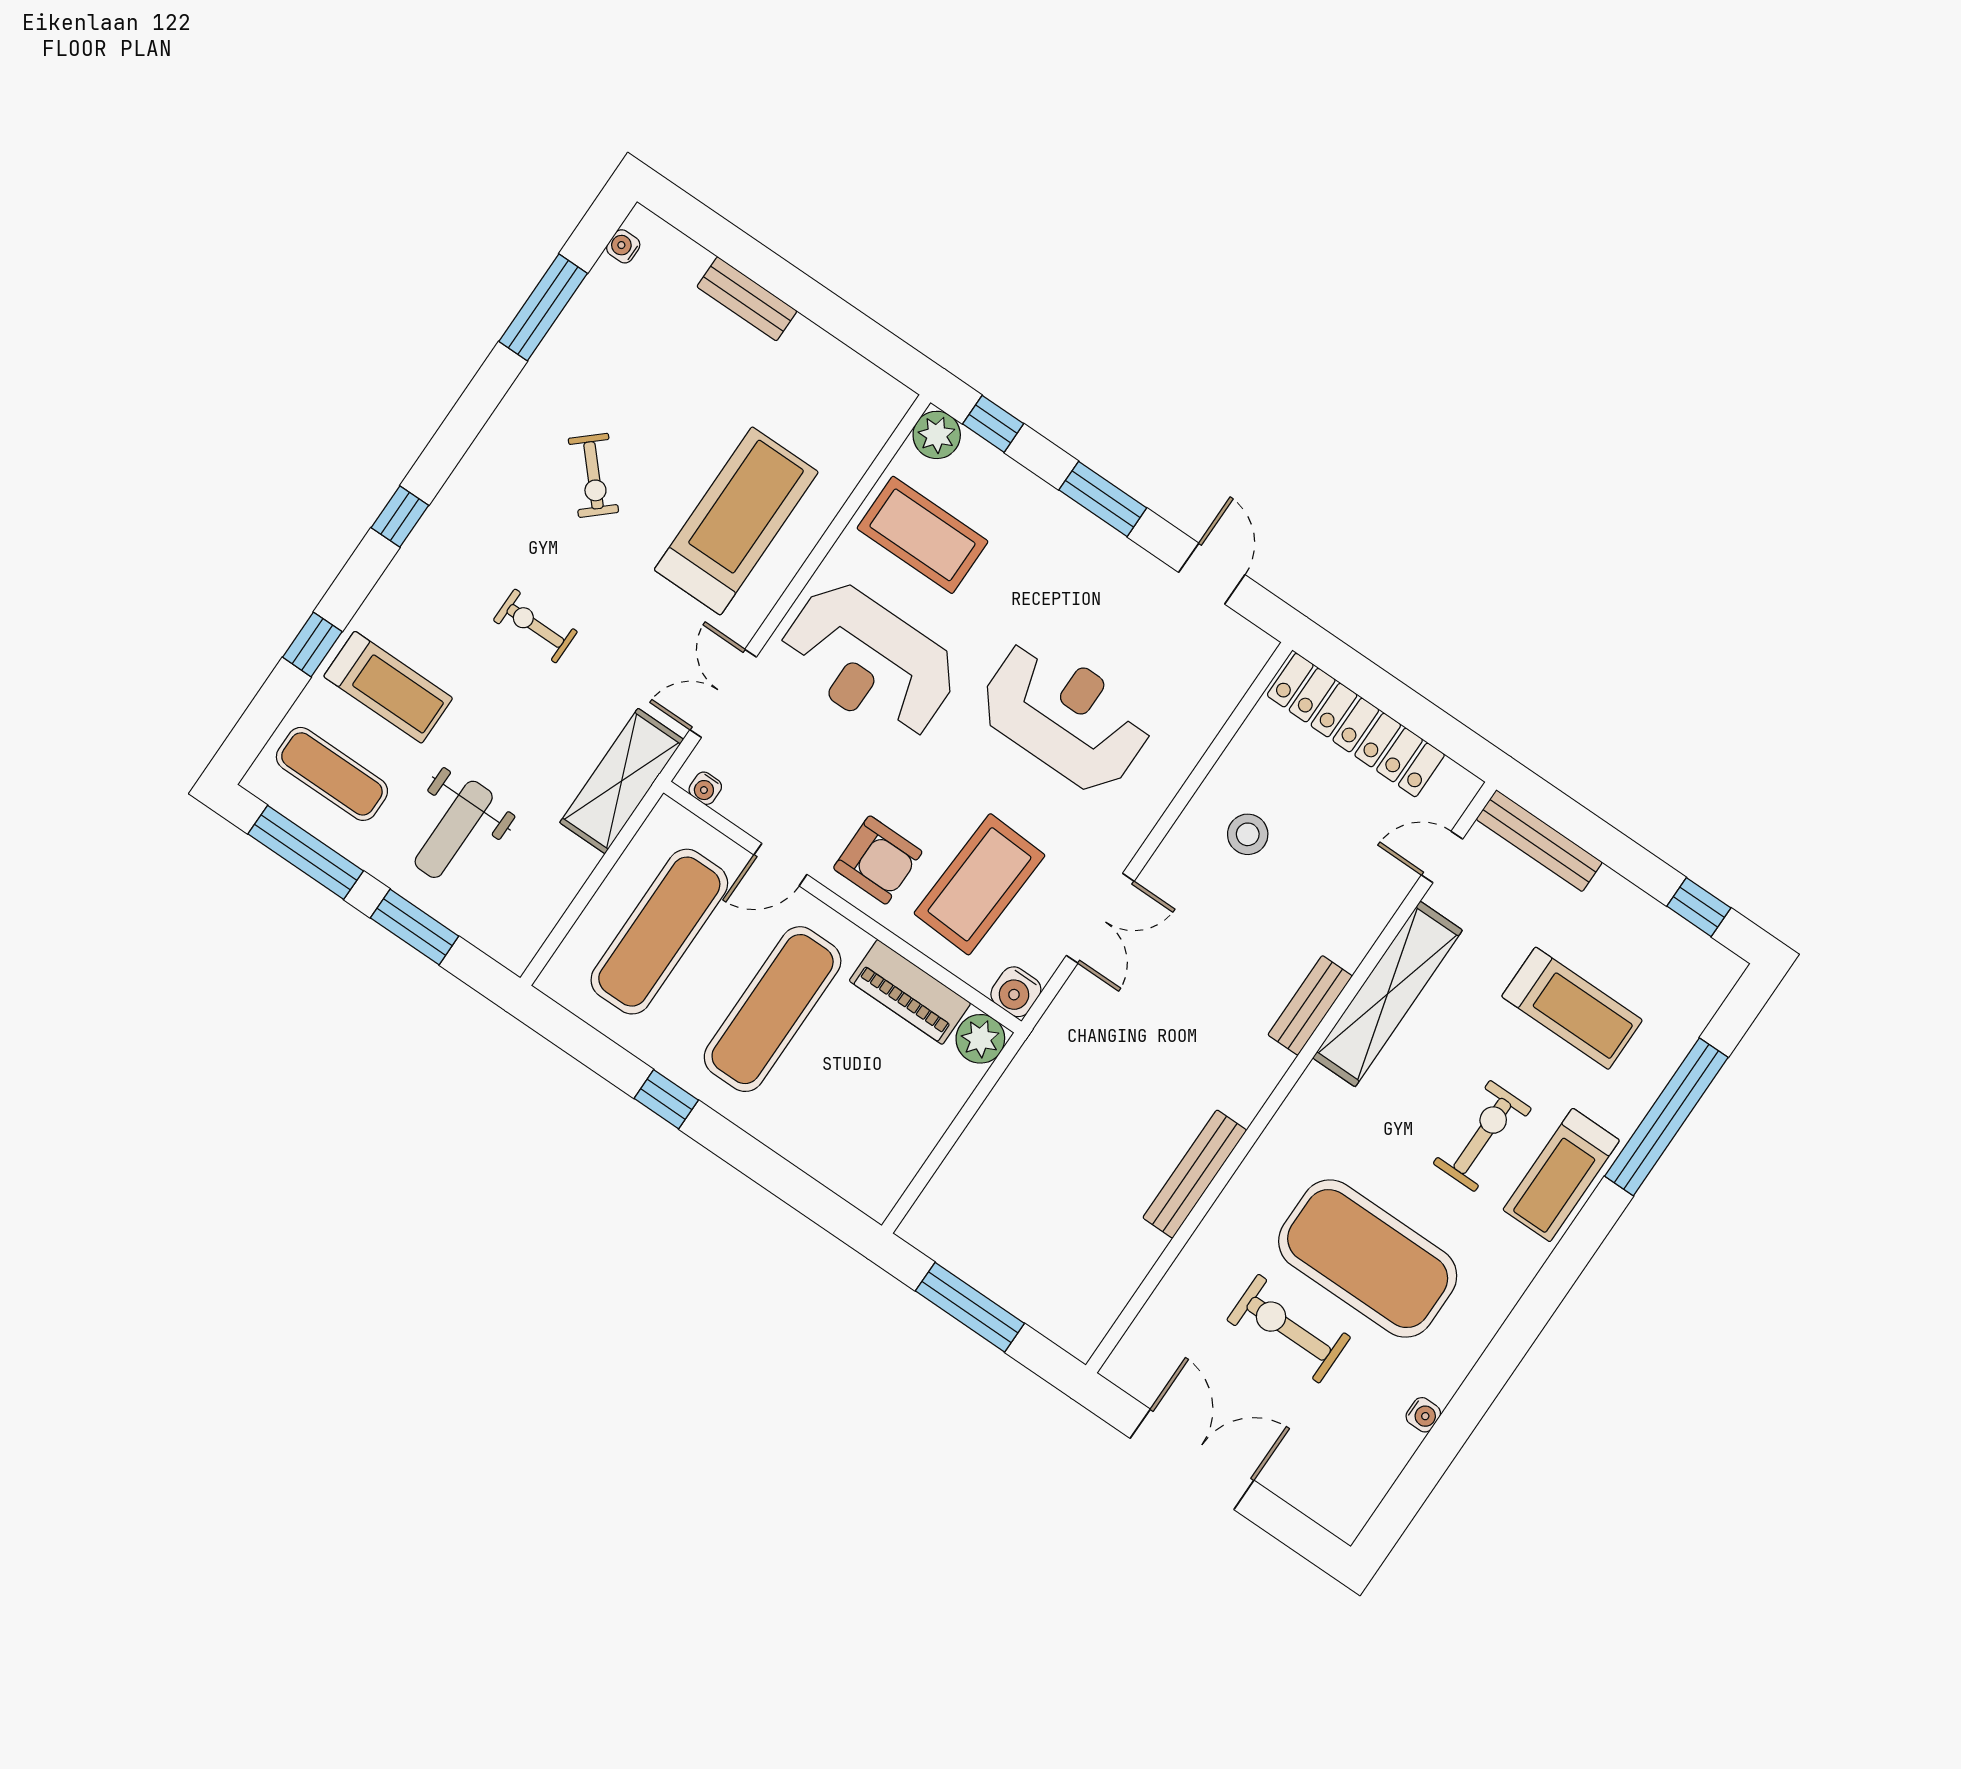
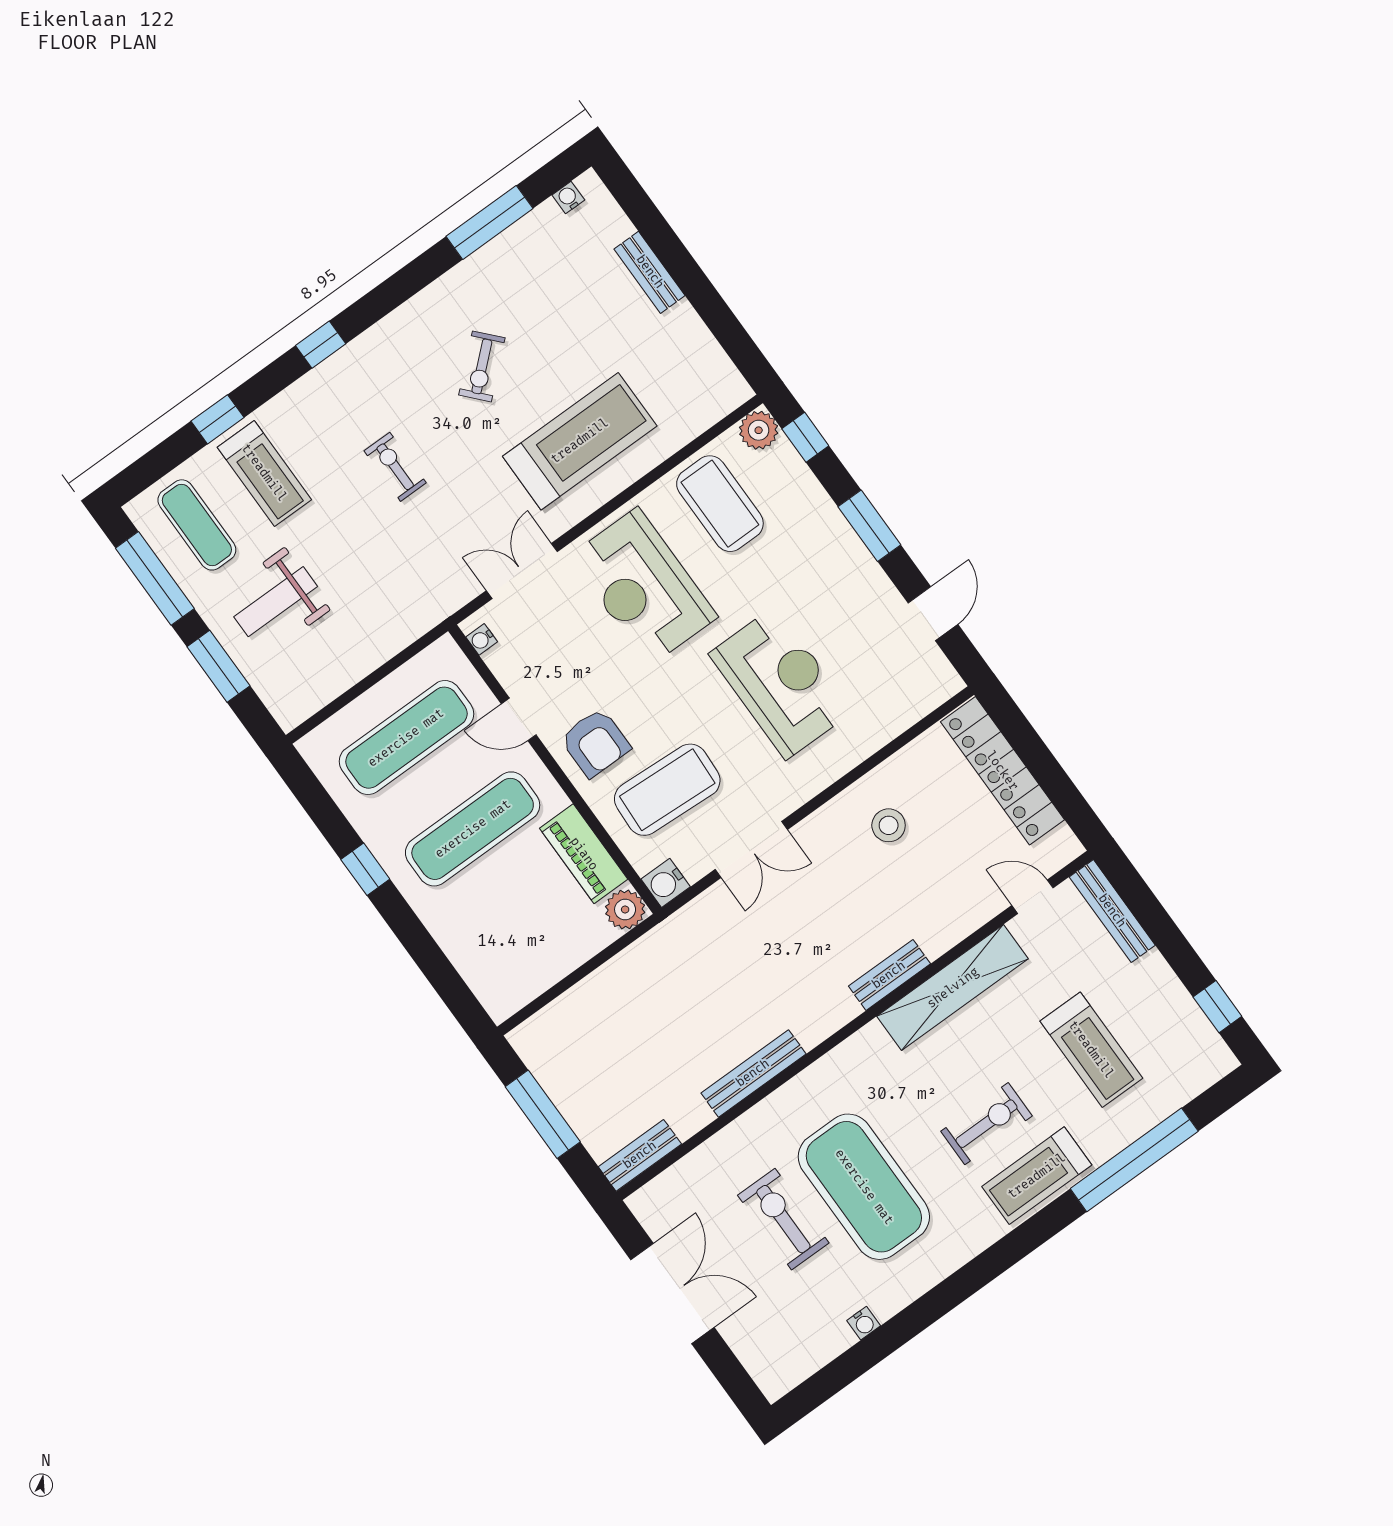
shelving: (622, 781) -> (419, 611), removed
bench: (1098, 1314) -> (640, 1155), added

